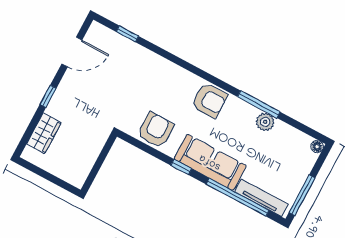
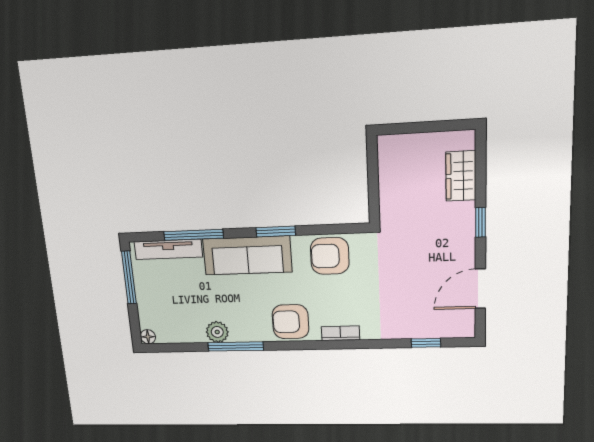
bookcase: (180, 73) -> (341, 333), added
armchair: (156, 130) -> (330, 256), turned 90
window: (181, 167) -> (276, 231), width x1.50
window: (238, 197) -> (193, 235), width x0.68

